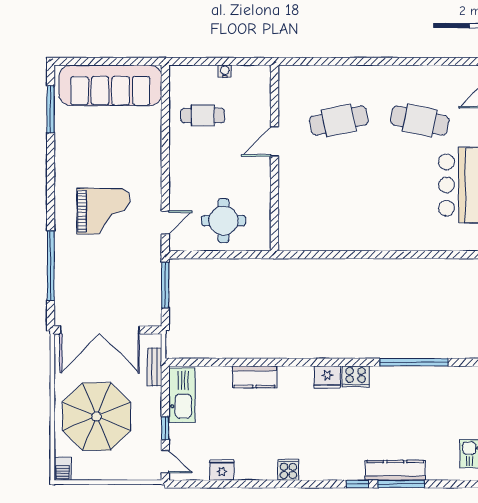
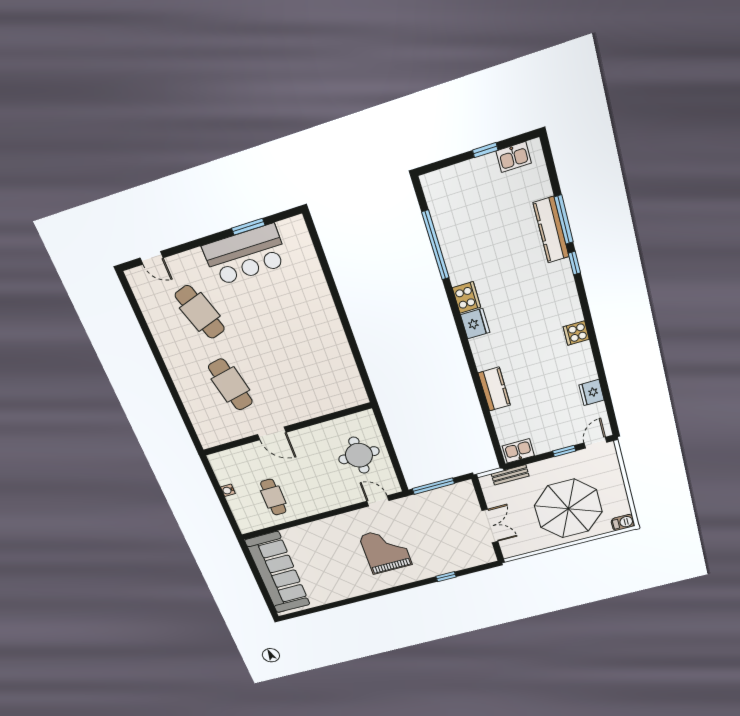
window: (51, 109) -> (316, 609), removed
cafe table: (420, 121) -> (200, 312), turned -30
window: (51, 265) -> (446, 577), width x0.32
double door: (100, 330) -> (490, 526), width x0.54
kitchen sink: (182, 395) -> (518, 451), width x0.53, depth x0.81

